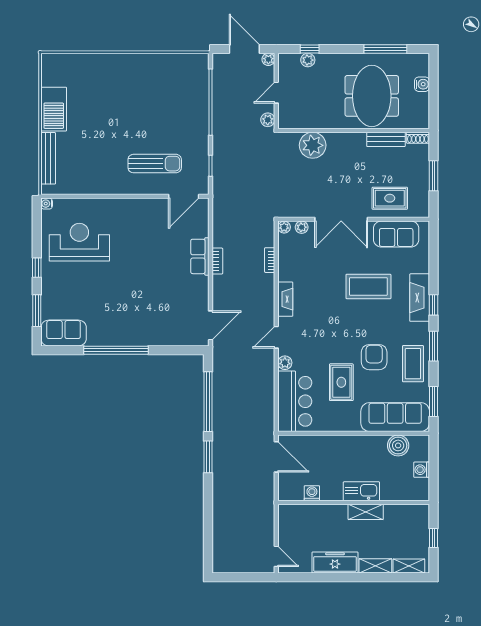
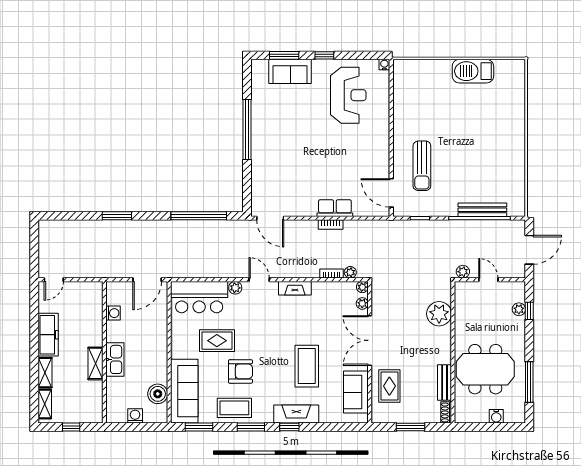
plant: (268, 59) -> (350, 272), moved
bench: (48, 158) -> (482, 210), moved
sofa: (64, 333) -> (290, 71), moved, turned 90
window: (208, 457) -> (117, 216), moved

